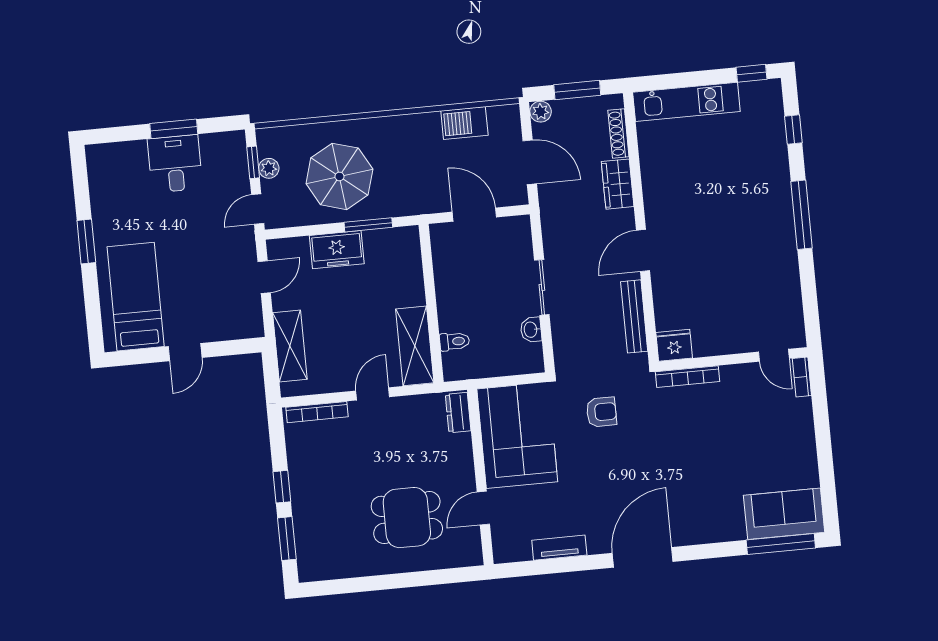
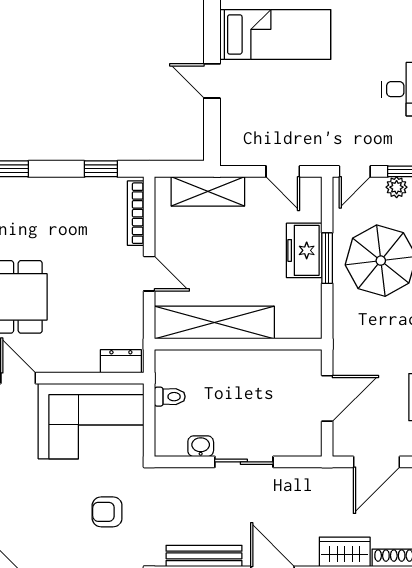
door: (258, 209) -> (355, 171), swing flipped
window: (368, 225) -> (327, 258), moved
toilet: (455, 341) -> (170, 397), moved, turned -90
shelving: (415, 346) -> (214, 323), width x1.47
armchair: (601, 412) -> (107, 512), turned 90
window: (282, 487) -> (101, 169), moved

